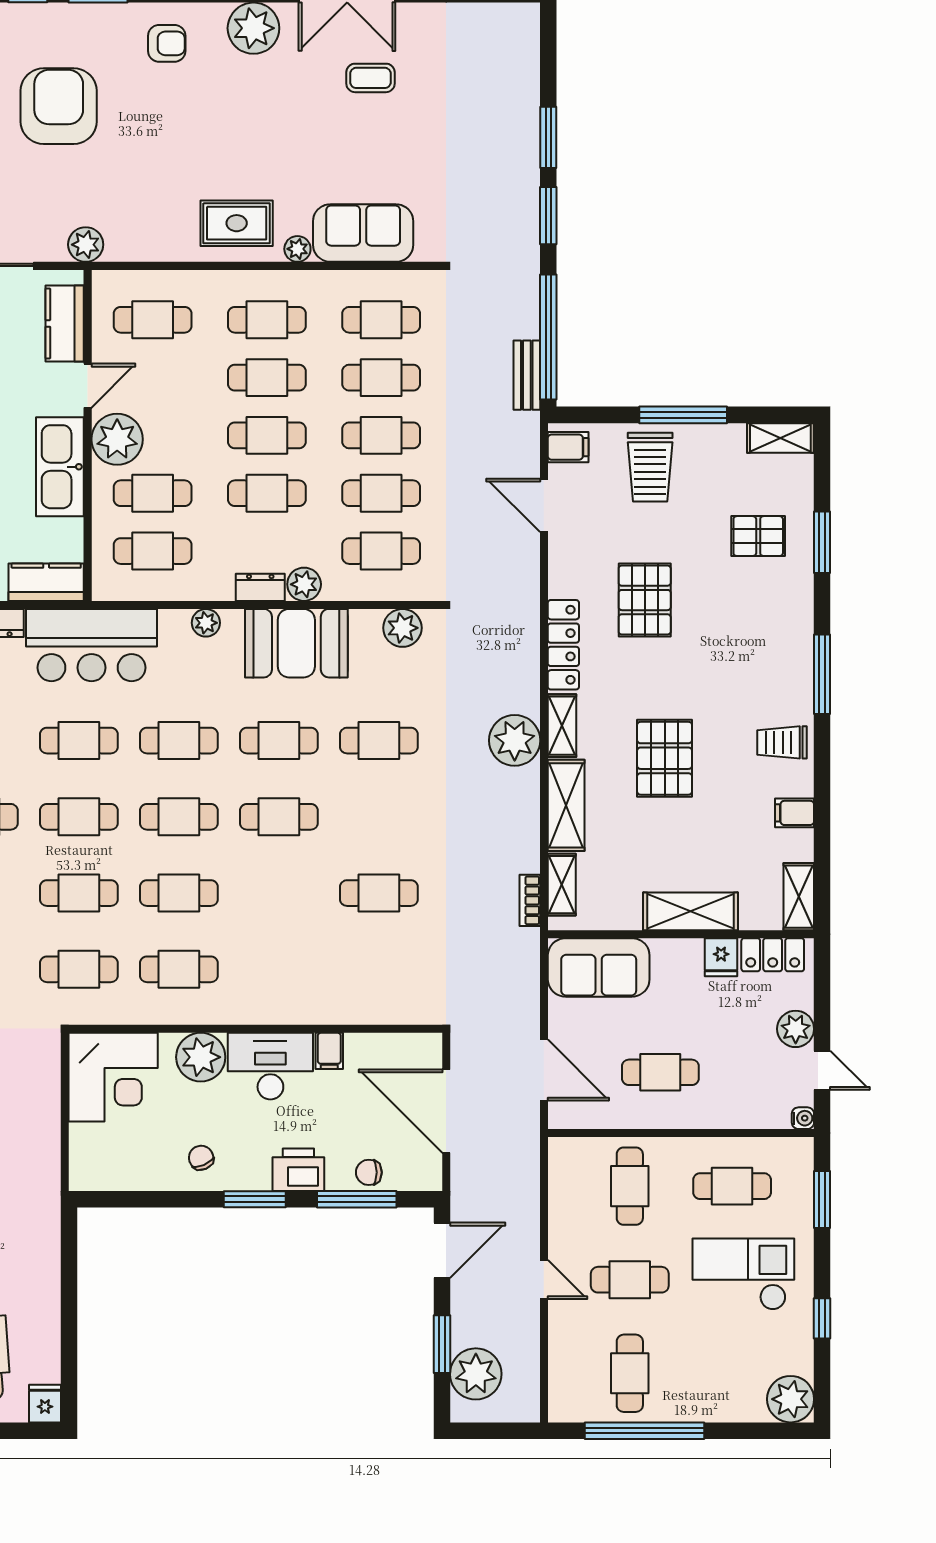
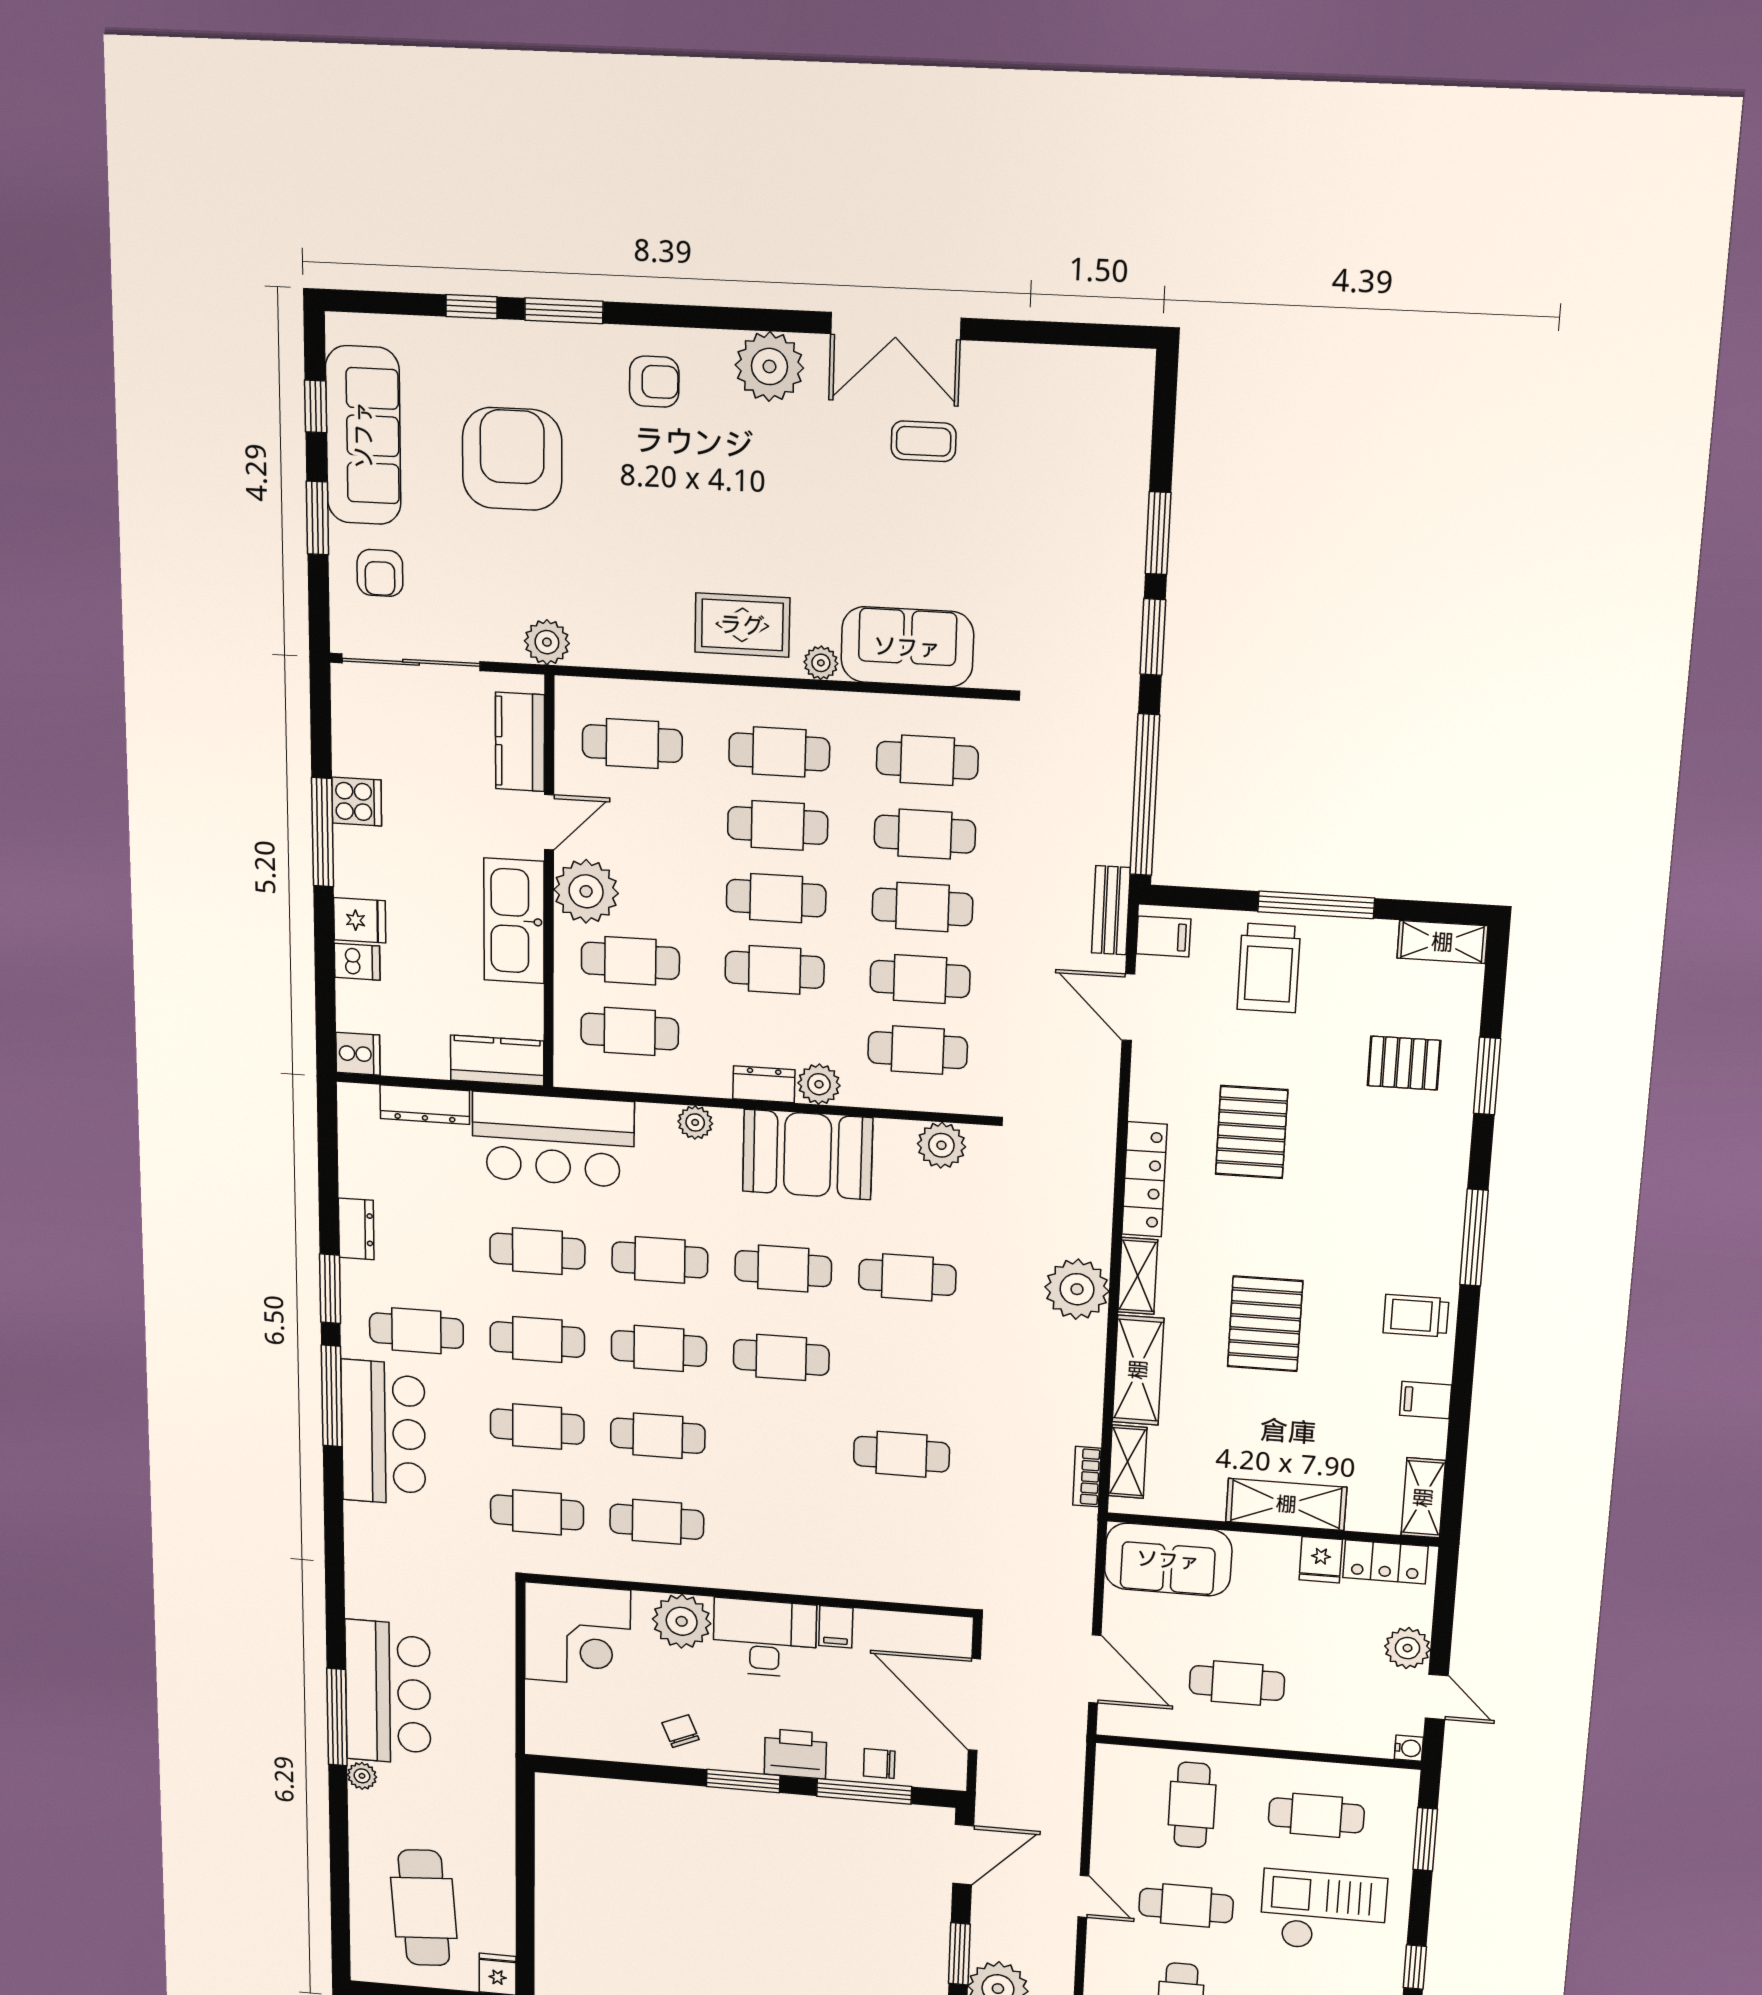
bench: (527, 375) -> (1111, 910), moved

